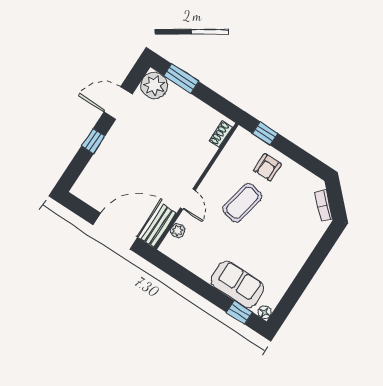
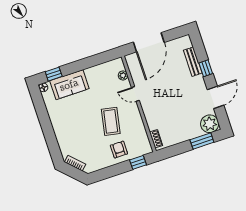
bench: (159, 226) -> (193, 62), moved

